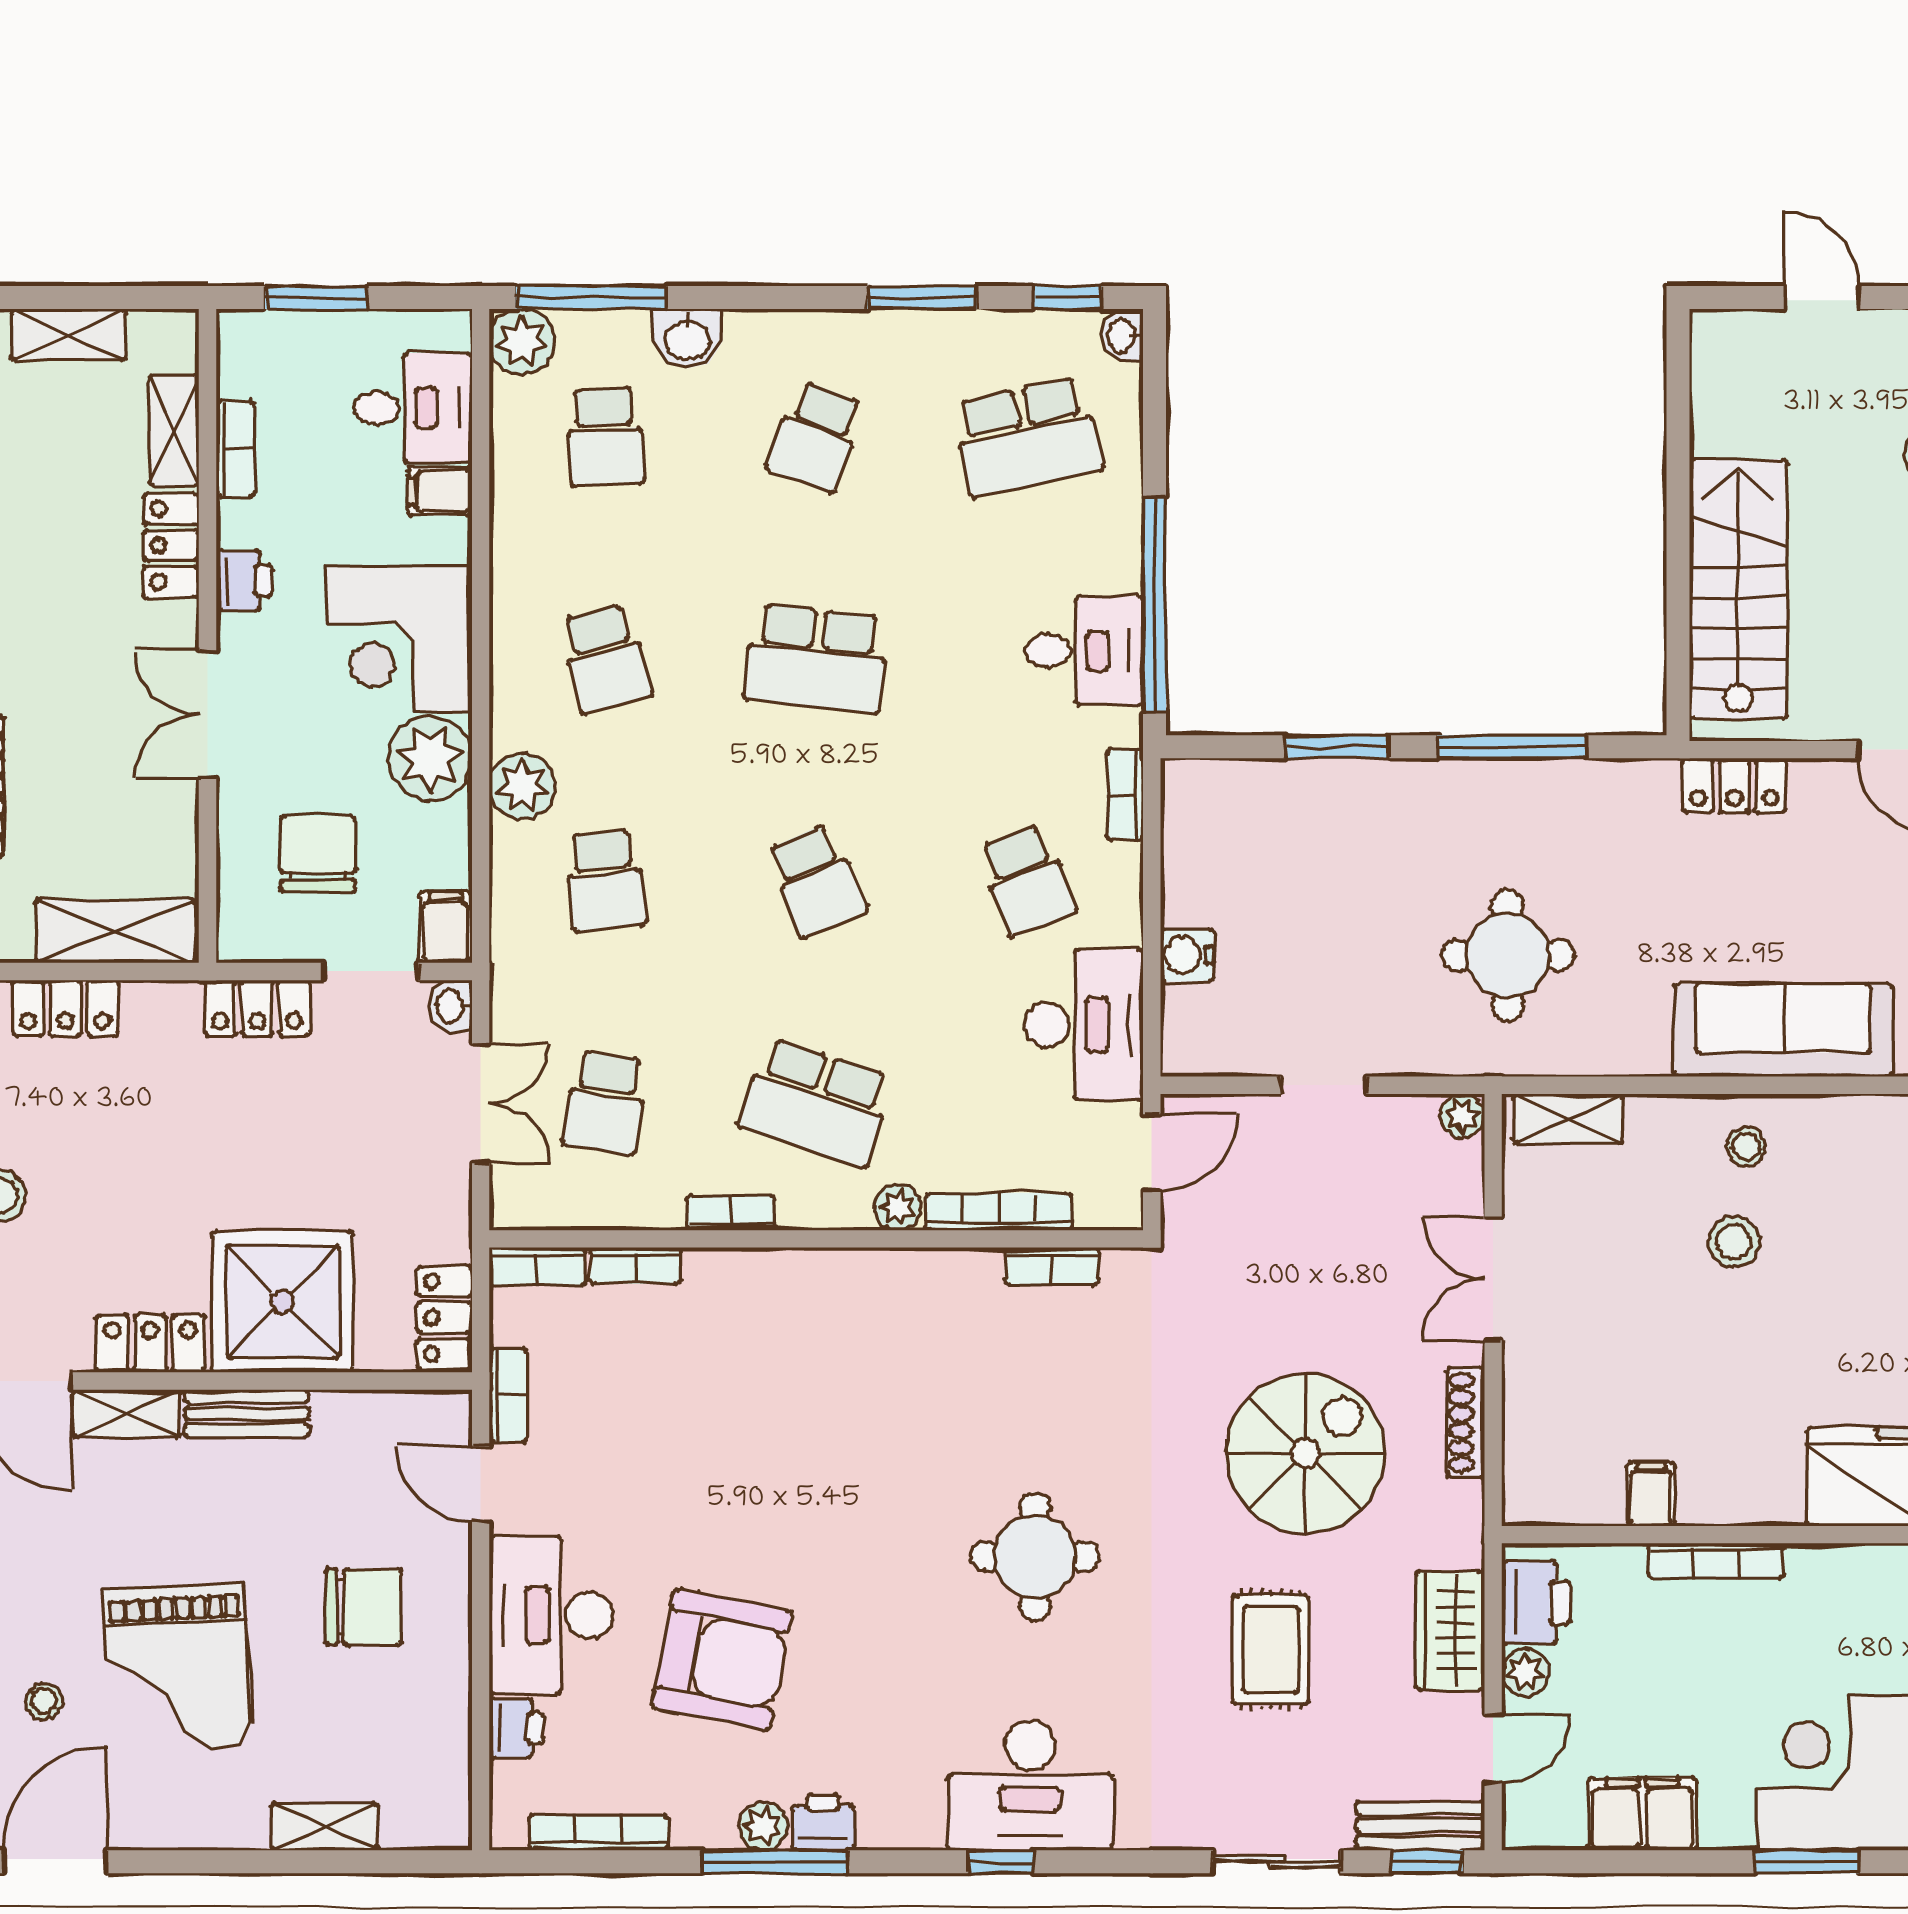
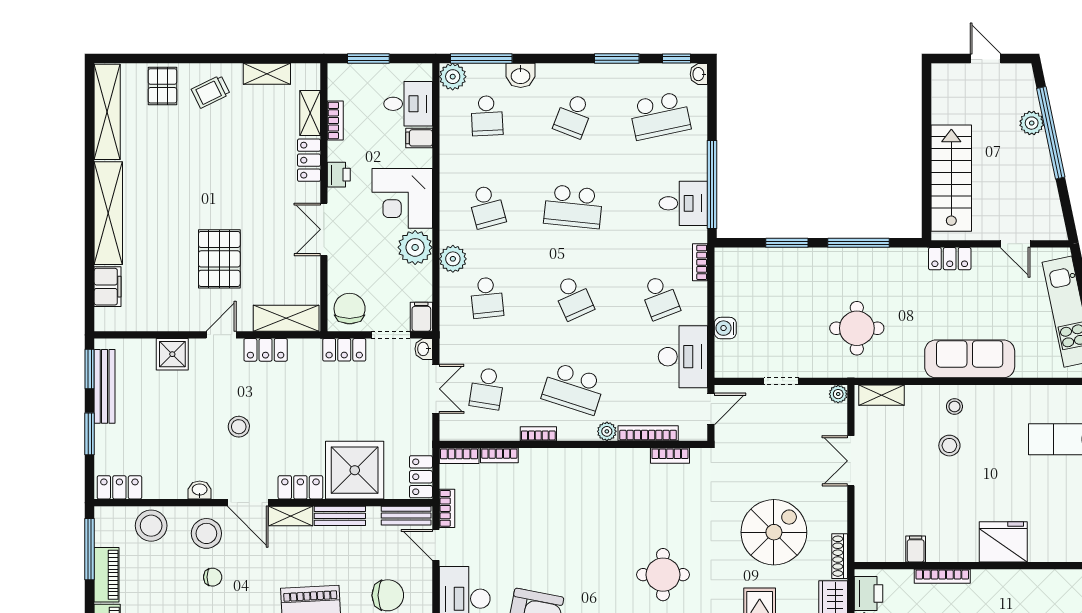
chair: (318, 854) -> (350, 309), moved
bench: (408, 1413) -> (406, 516), added
shoe rack: (1466, 1423) -> (840, 556), moved

